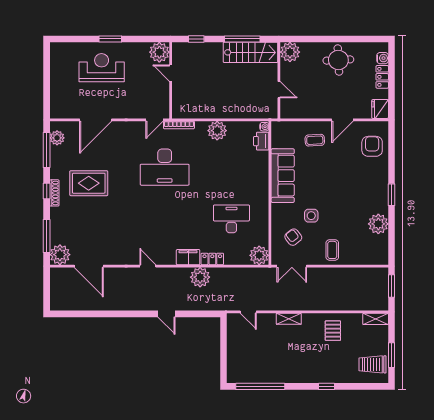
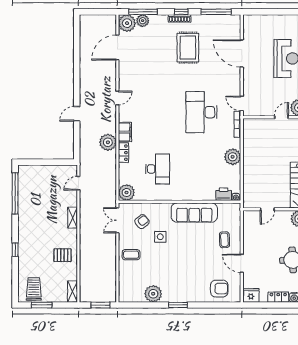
plant: (57, 138) -> (143, 21), moved

